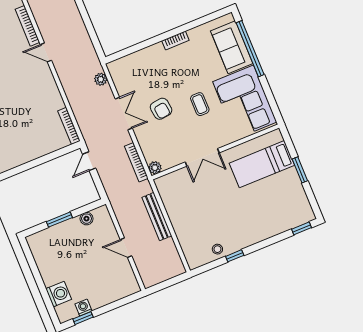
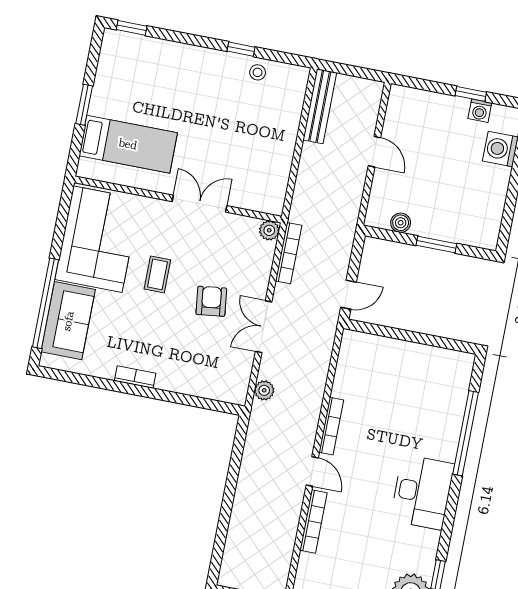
bookcase: (69, 126) -> (331, 426), moved
bench: (157, 217) -> (320, 106), moved
window: (83, 318) -> (471, 94), moved

